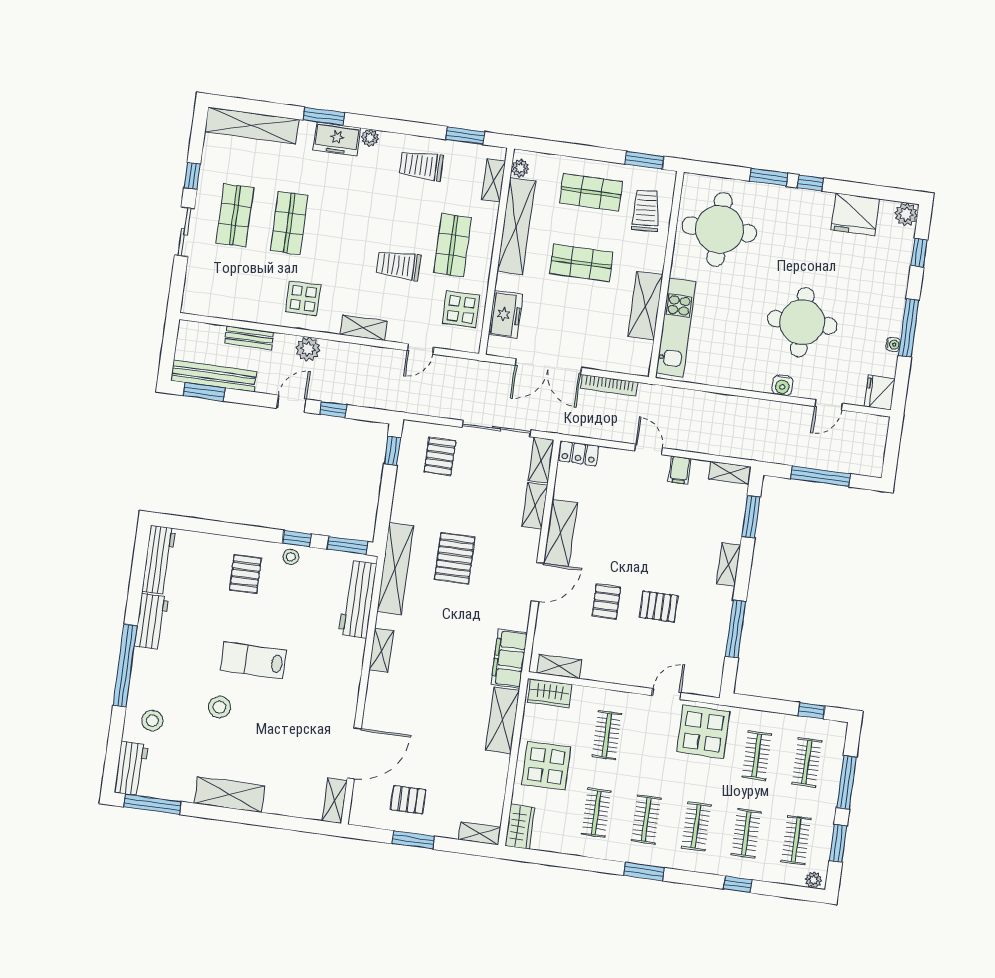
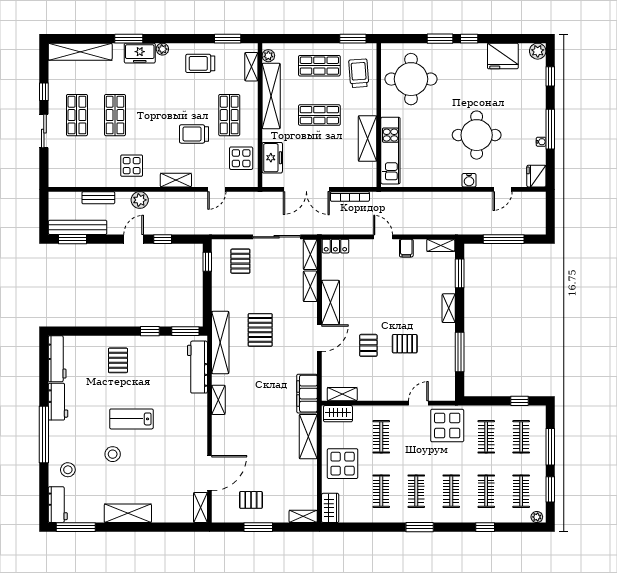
stool: (291, 557) -> (147, 344), removed

